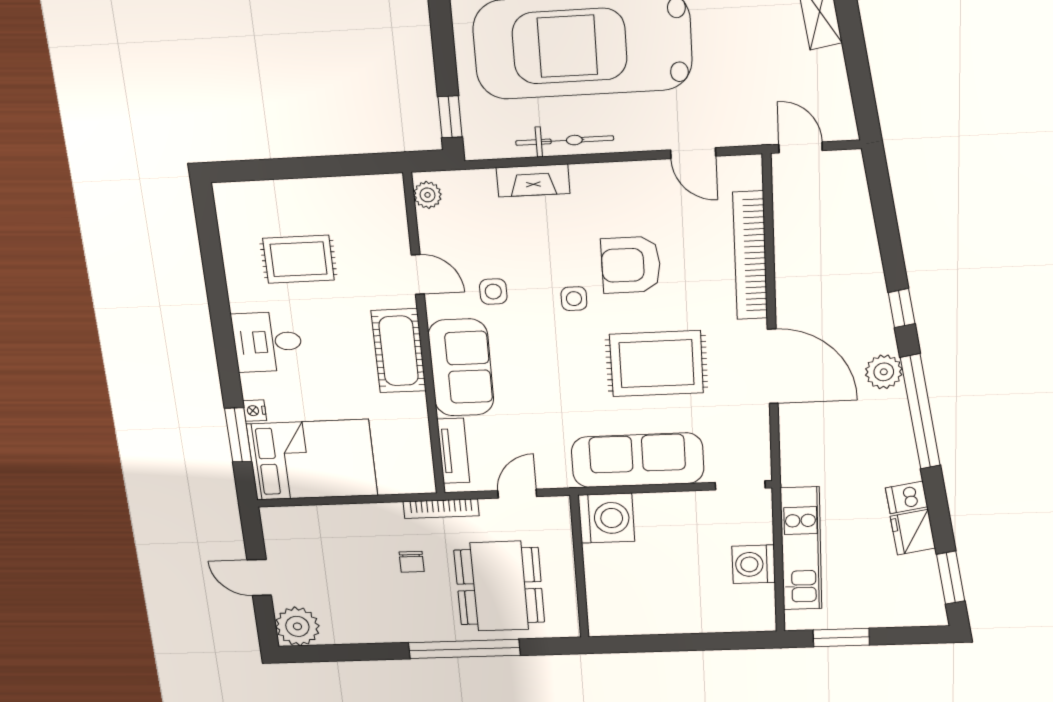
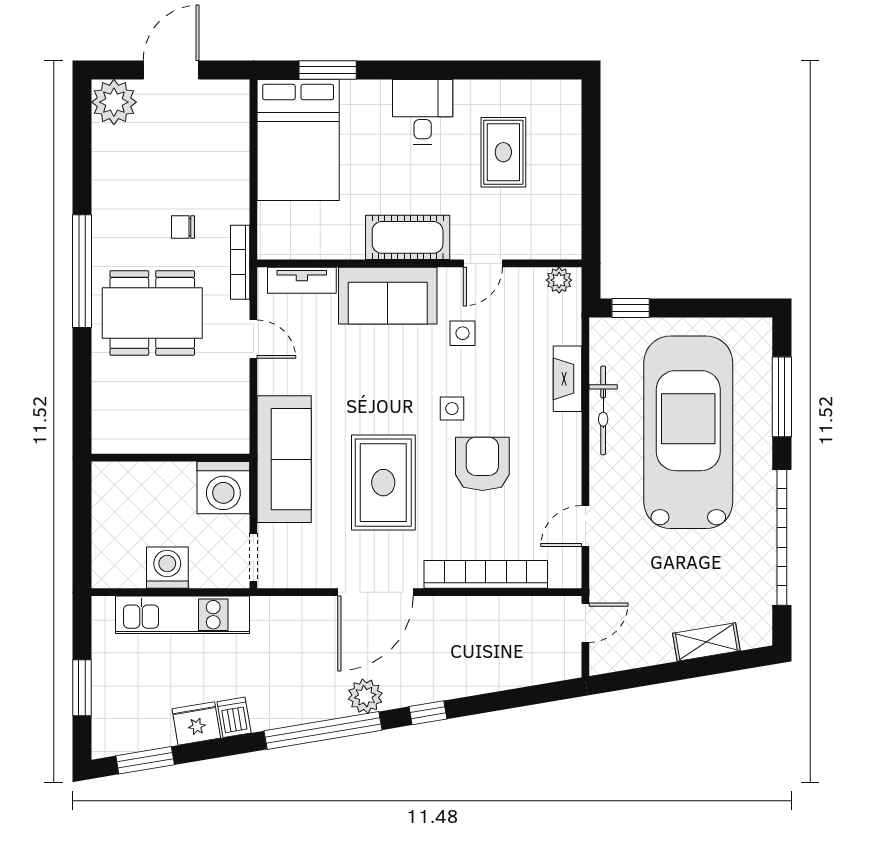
nightstand: (255, 411) -> (353, 90), removed
washing machine: (606, 518) -> (223, 488), moved
wall: (579, 567) -> (171, 458), moved
door: (259, 578) -> (171, 70), width x1.38
window: (841, 638) -> (82, 688), moved

